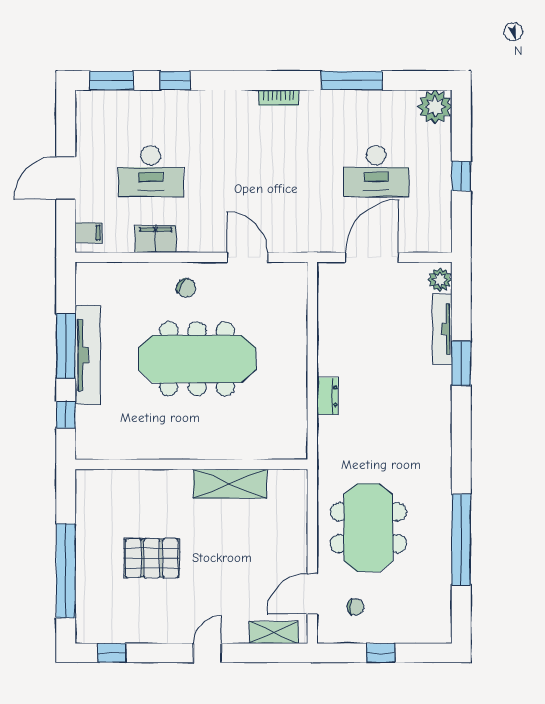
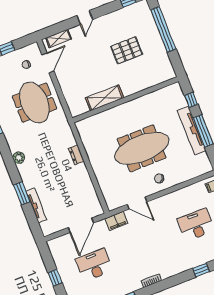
filing cabinet: (156, 239) -> (116, 221), moved
plant: (440, 280) -> (19, 158), moved

